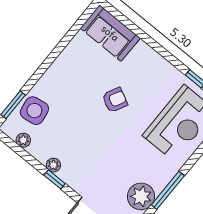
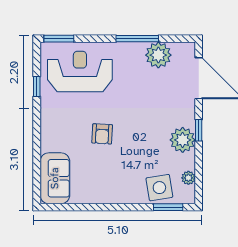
armchair: (115, 100) -> (102, 134), turned -114
plant: (53, 165) -> (183, 140), width x1.87, depth x1.87

